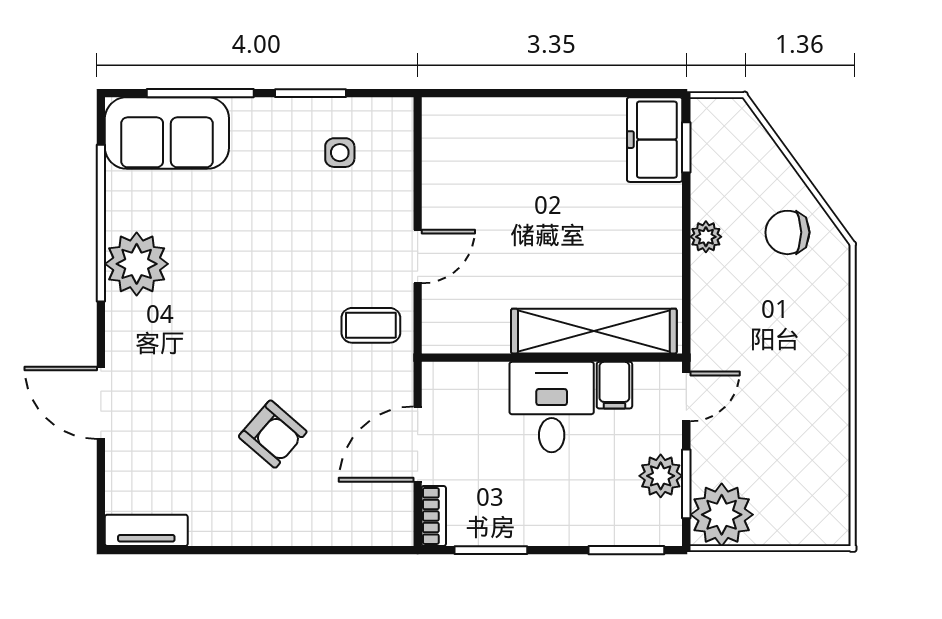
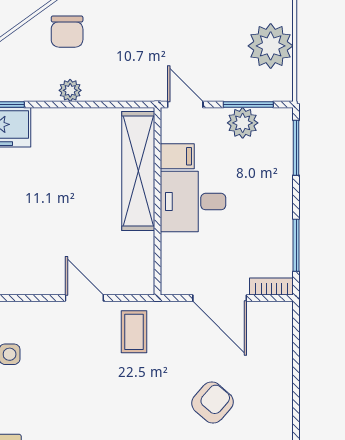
plant: (722, 515) -> (271, 46), moved

